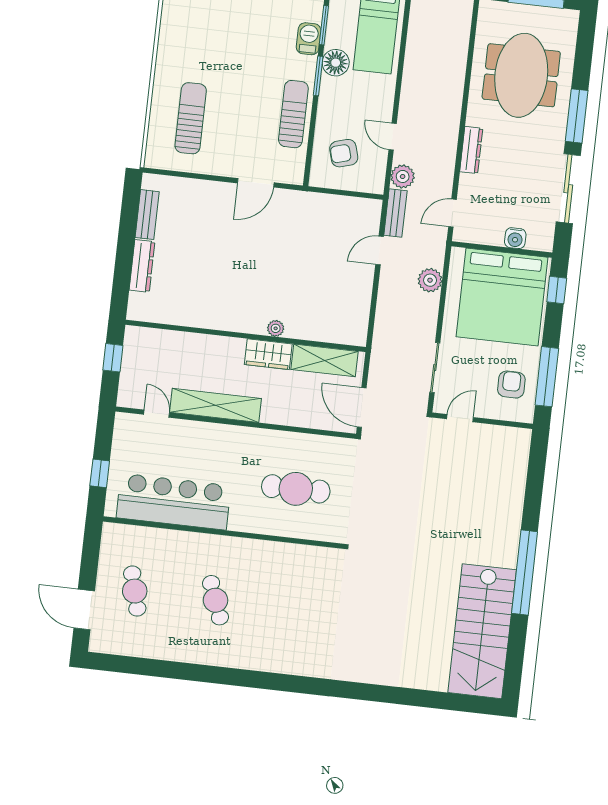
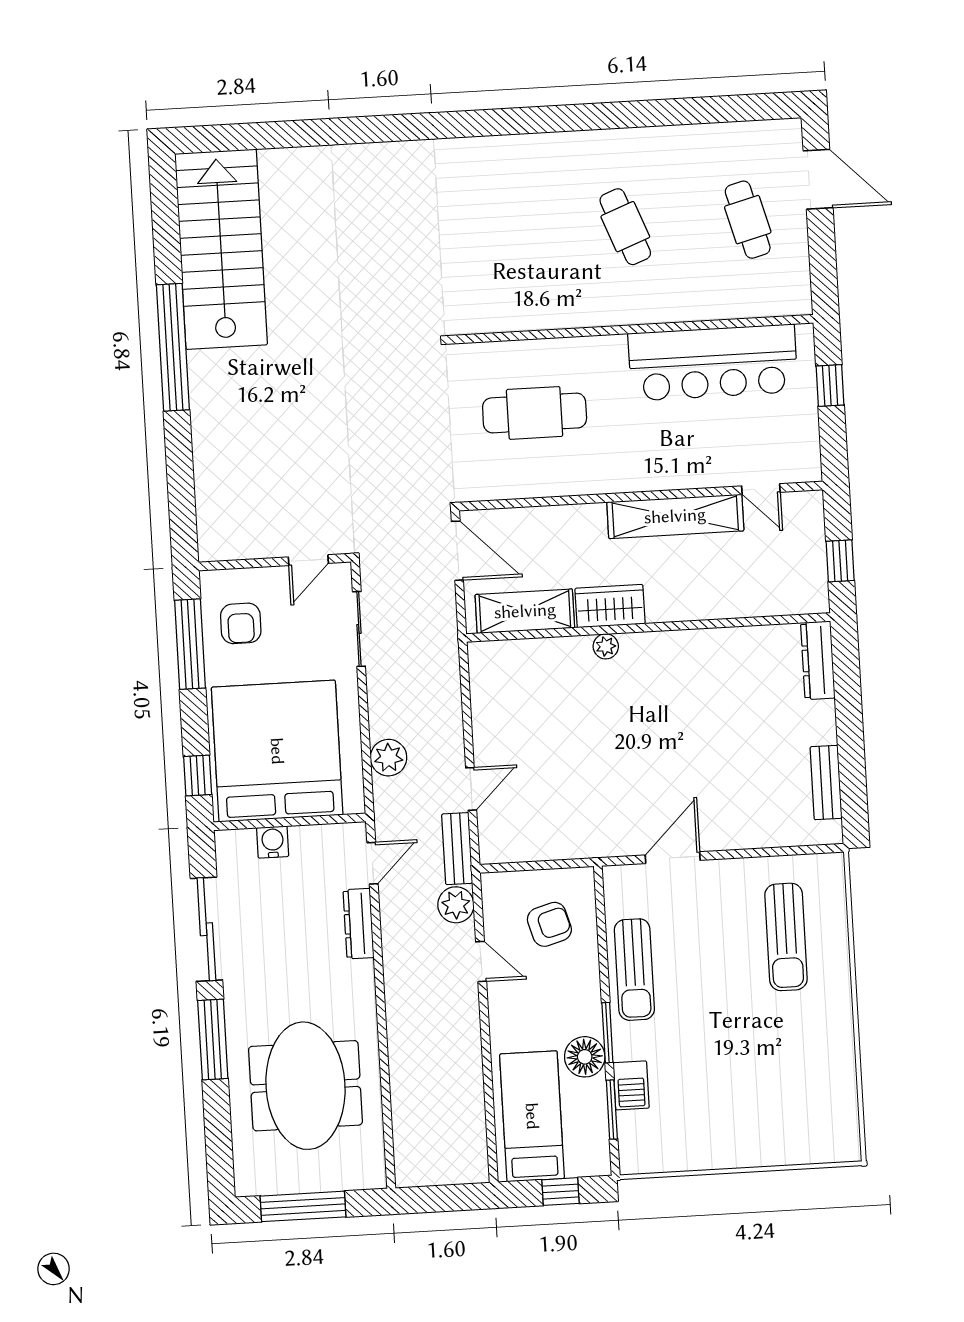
dresser: (471, 150) -> (359, 924), moved
dresser: (142, 266) -> (818, 660), moved

